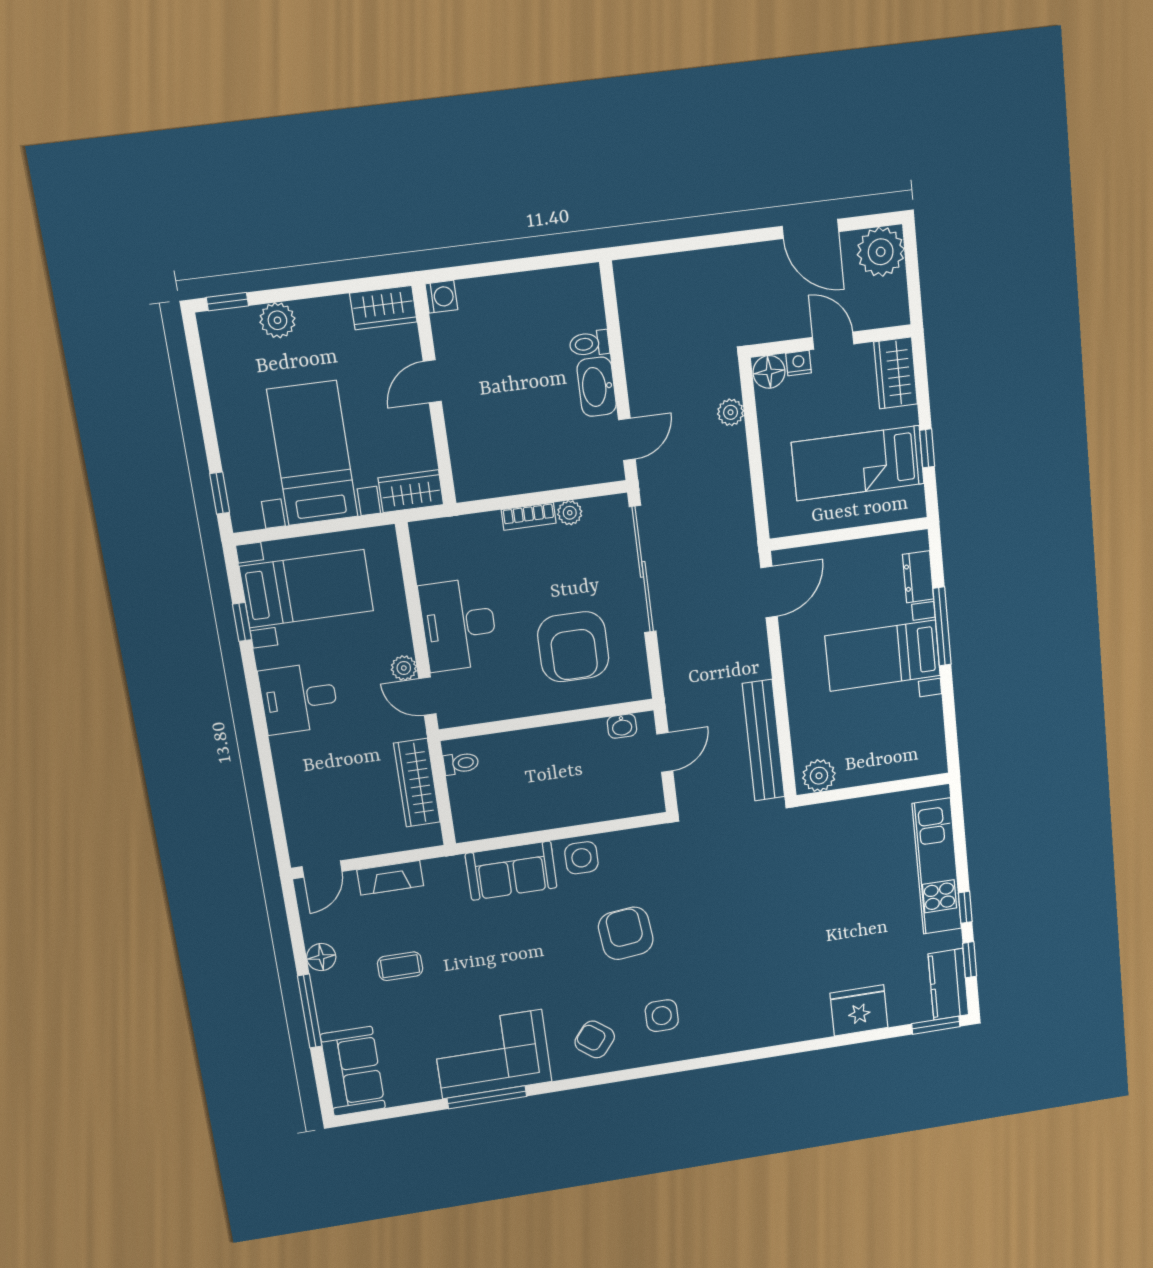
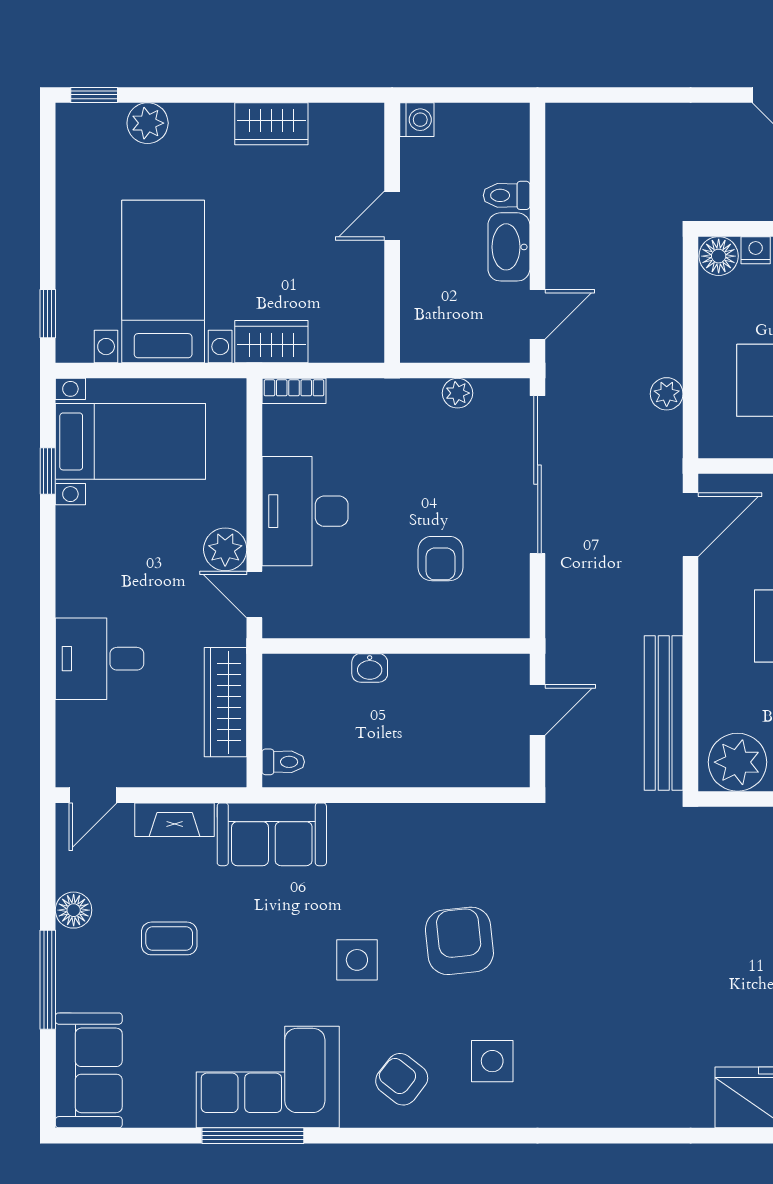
washing machine: (441, 297) -> (417, 120), moved
door: (432, 381) -> (392, 216), moved
wall: (434, 396) -> (392, 233), moved
plant: (731, 412) -> (667, 394), moved
bookcase: (529, 516) -> (294, 391), moved
armchair: (573, 647) -> (440, 559), width x0.53, depth x0.53
plant: (404, 668) -> (225, 549), width x1.38, depth x1.38
desk: (299, 698) -> (100, 659), moved
washbasin: (622, 726) -> (370, 668), moved
toilet: (461, 763) -> (283, 762), moved
plant: (819, 776) -> (738, 762), width x1.36, depth x1.36
side table: (581, 858) -> (357, 960), moved
sofa: (511, 871) -> (272, 834), moved

